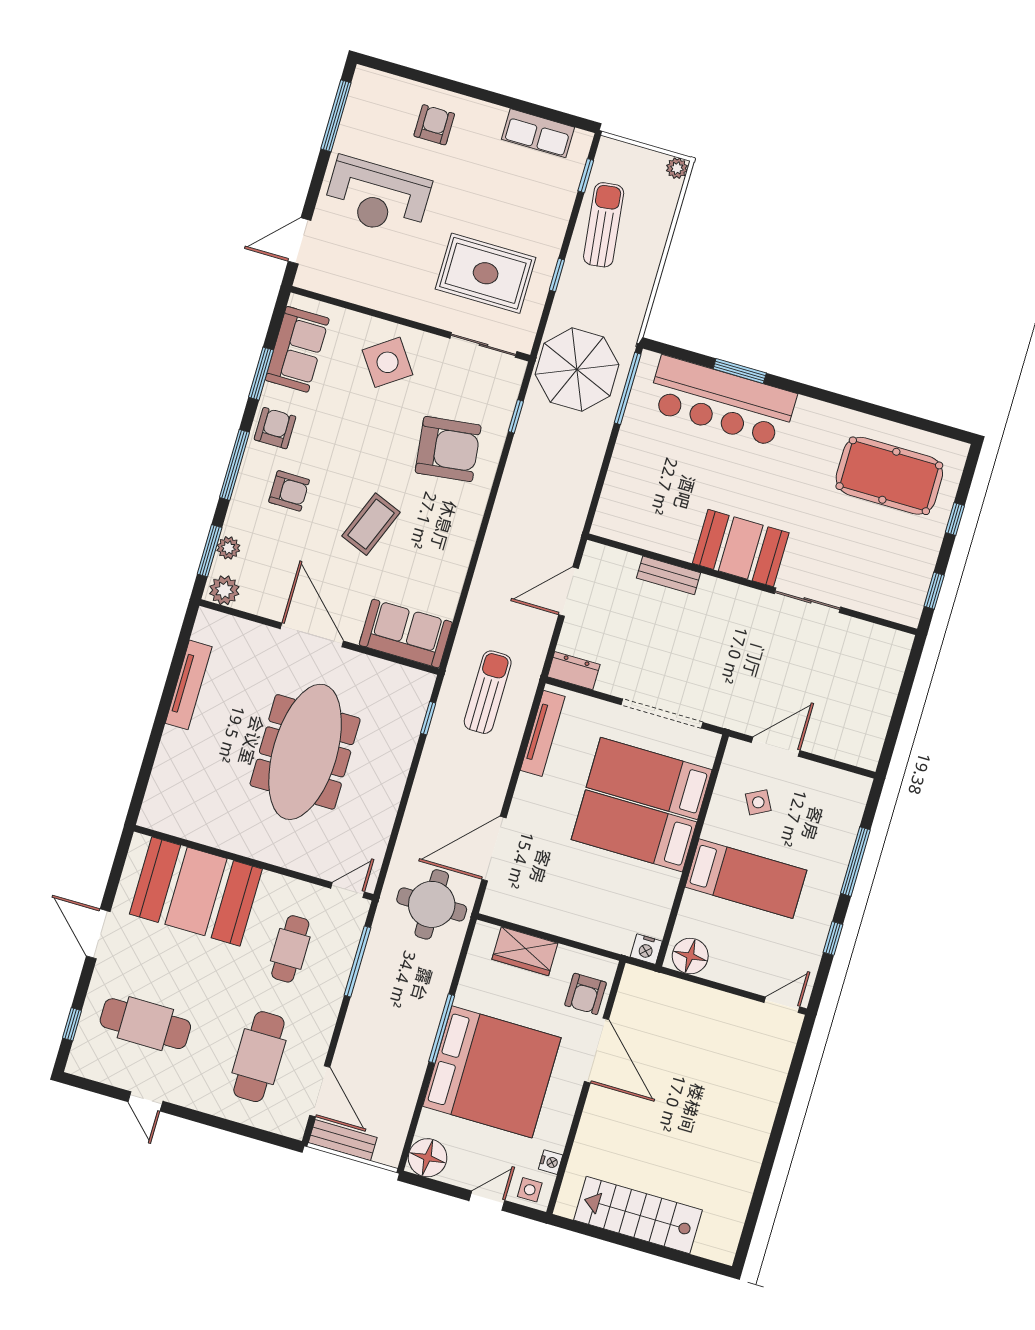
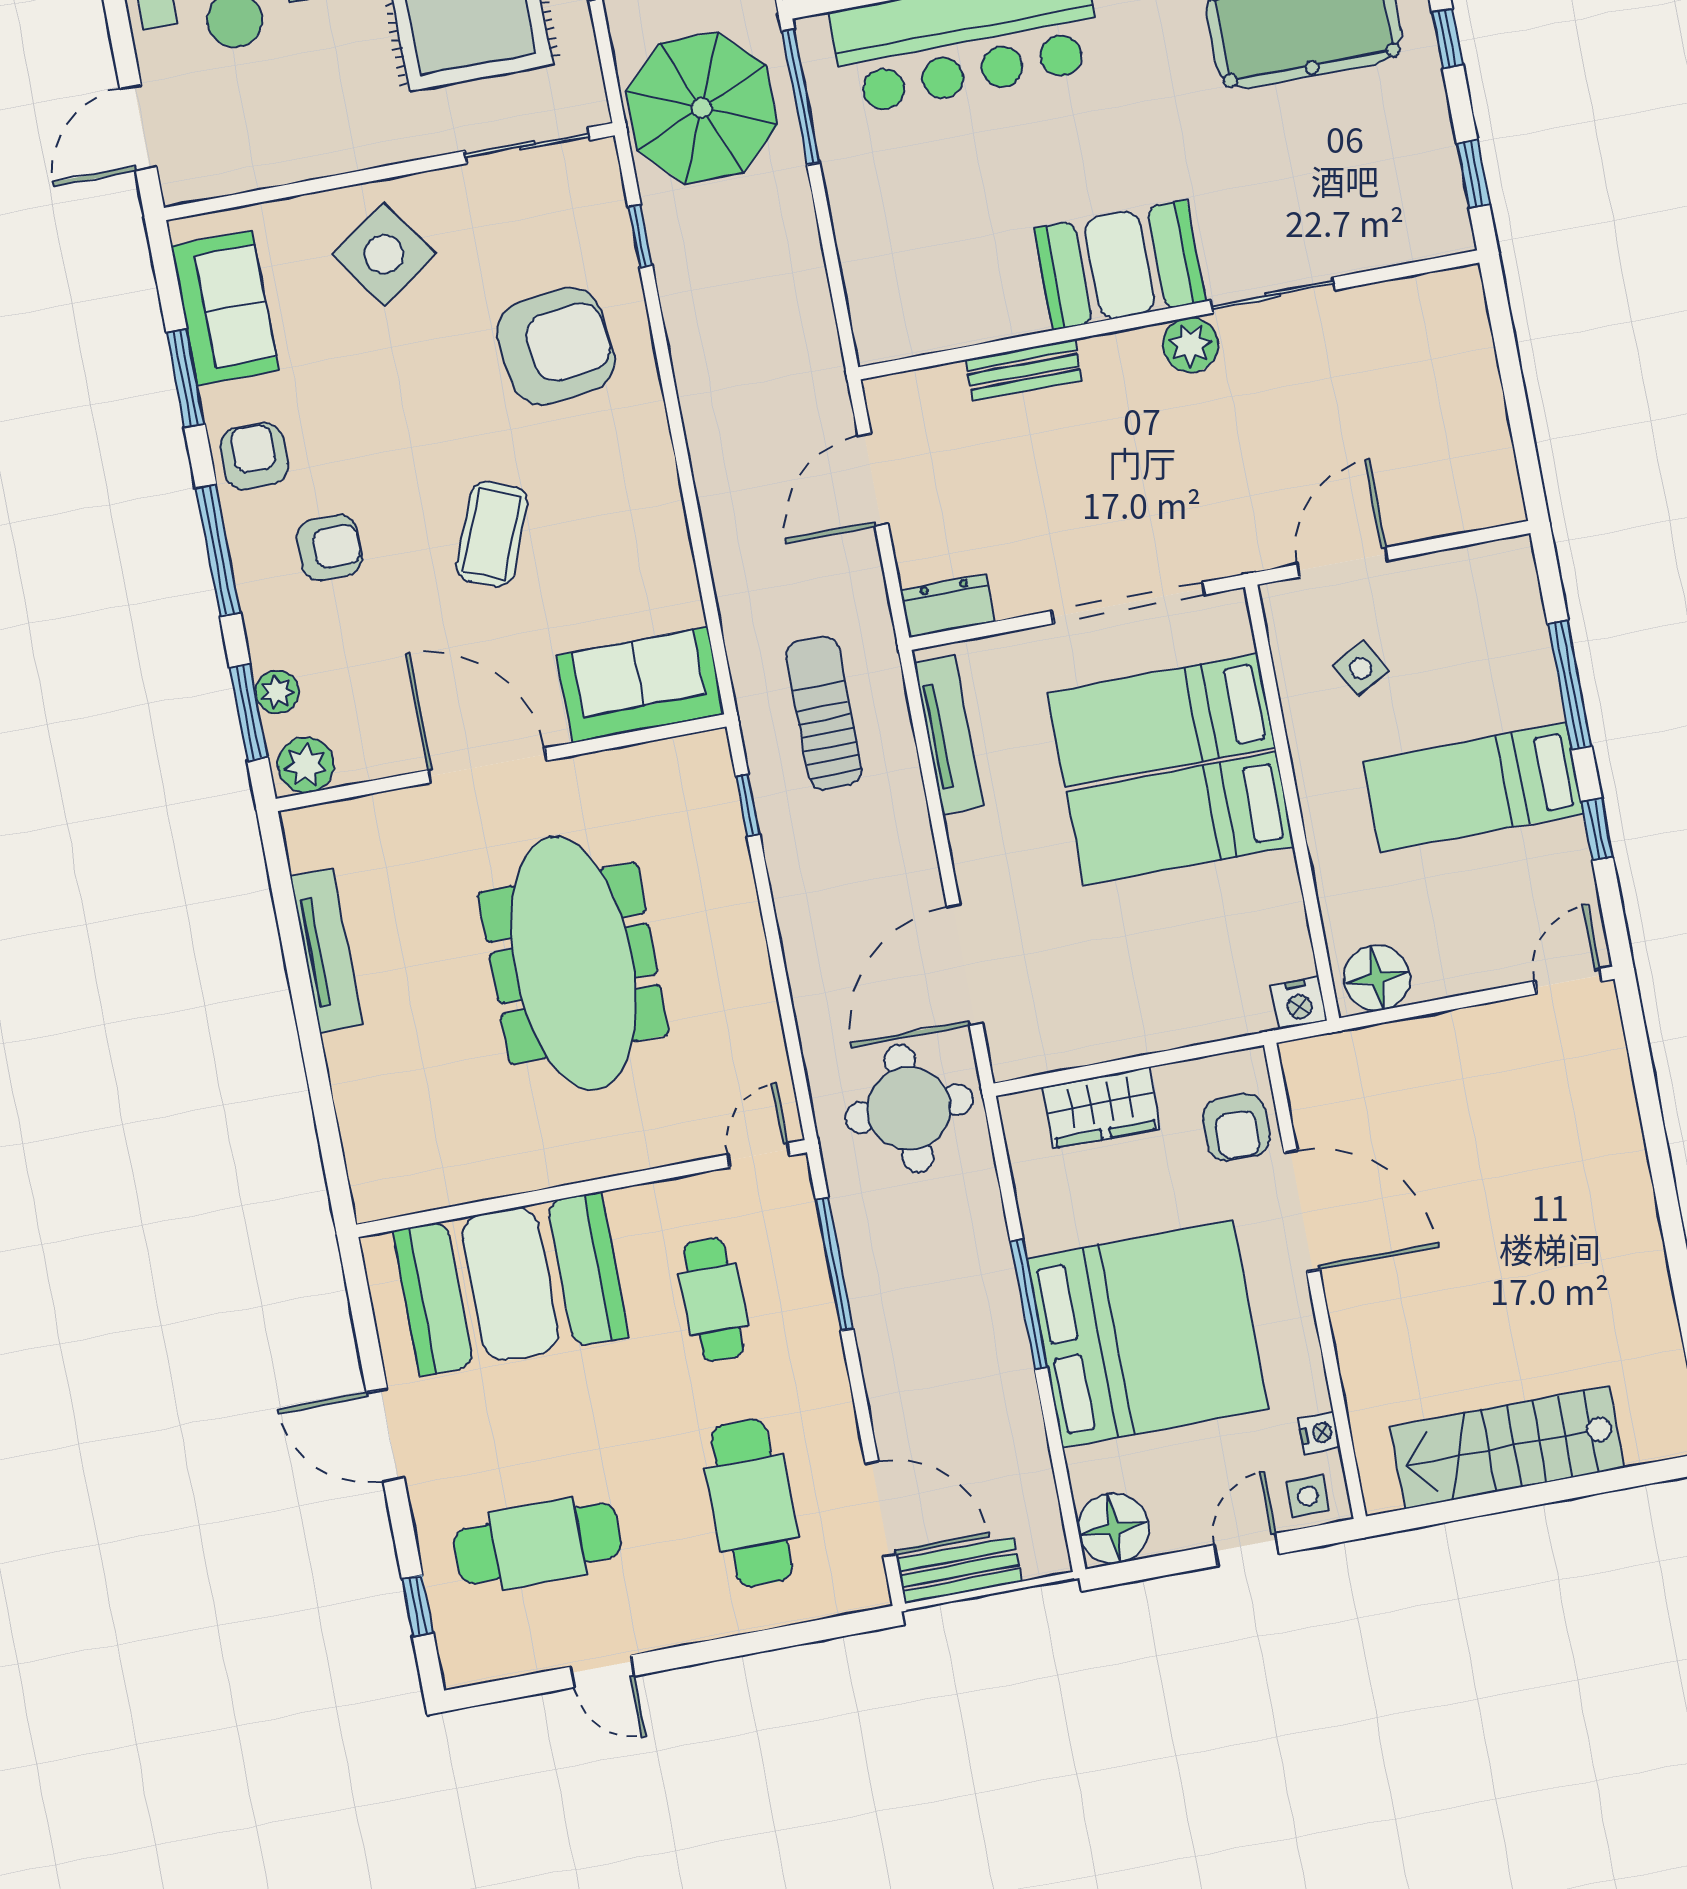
plant: (755, 604) -> (1190, 345), added
bed: (746, 879) -> (1473, 787), moved, turned 180

